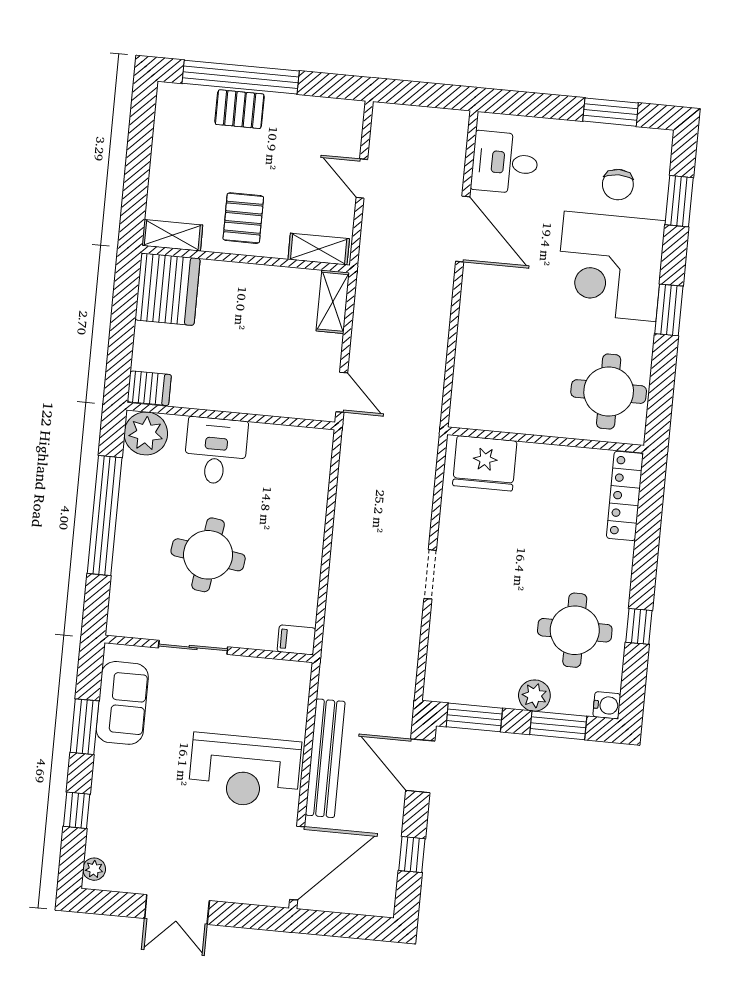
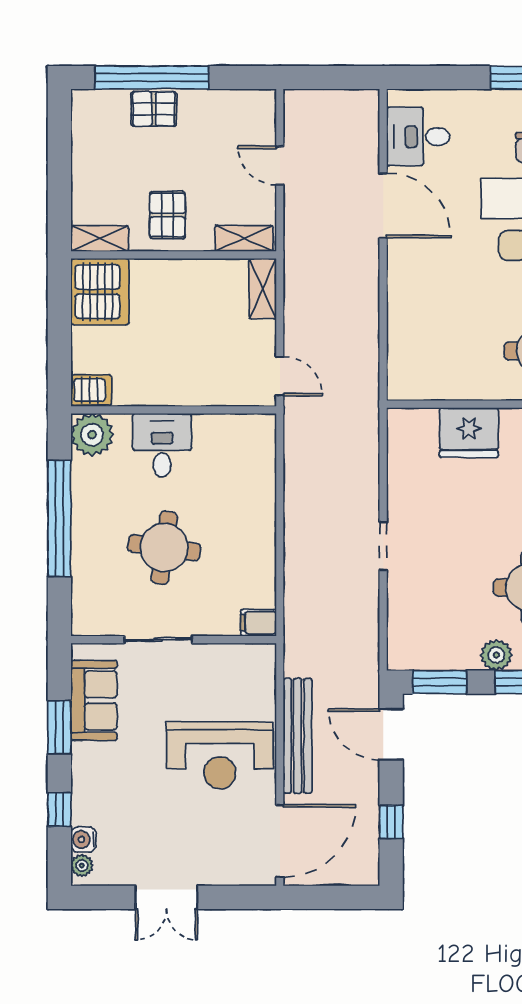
fridge: (485, 463) -> (469, 433), moved
water cooler: (98, 843) -> (83, 840), added

